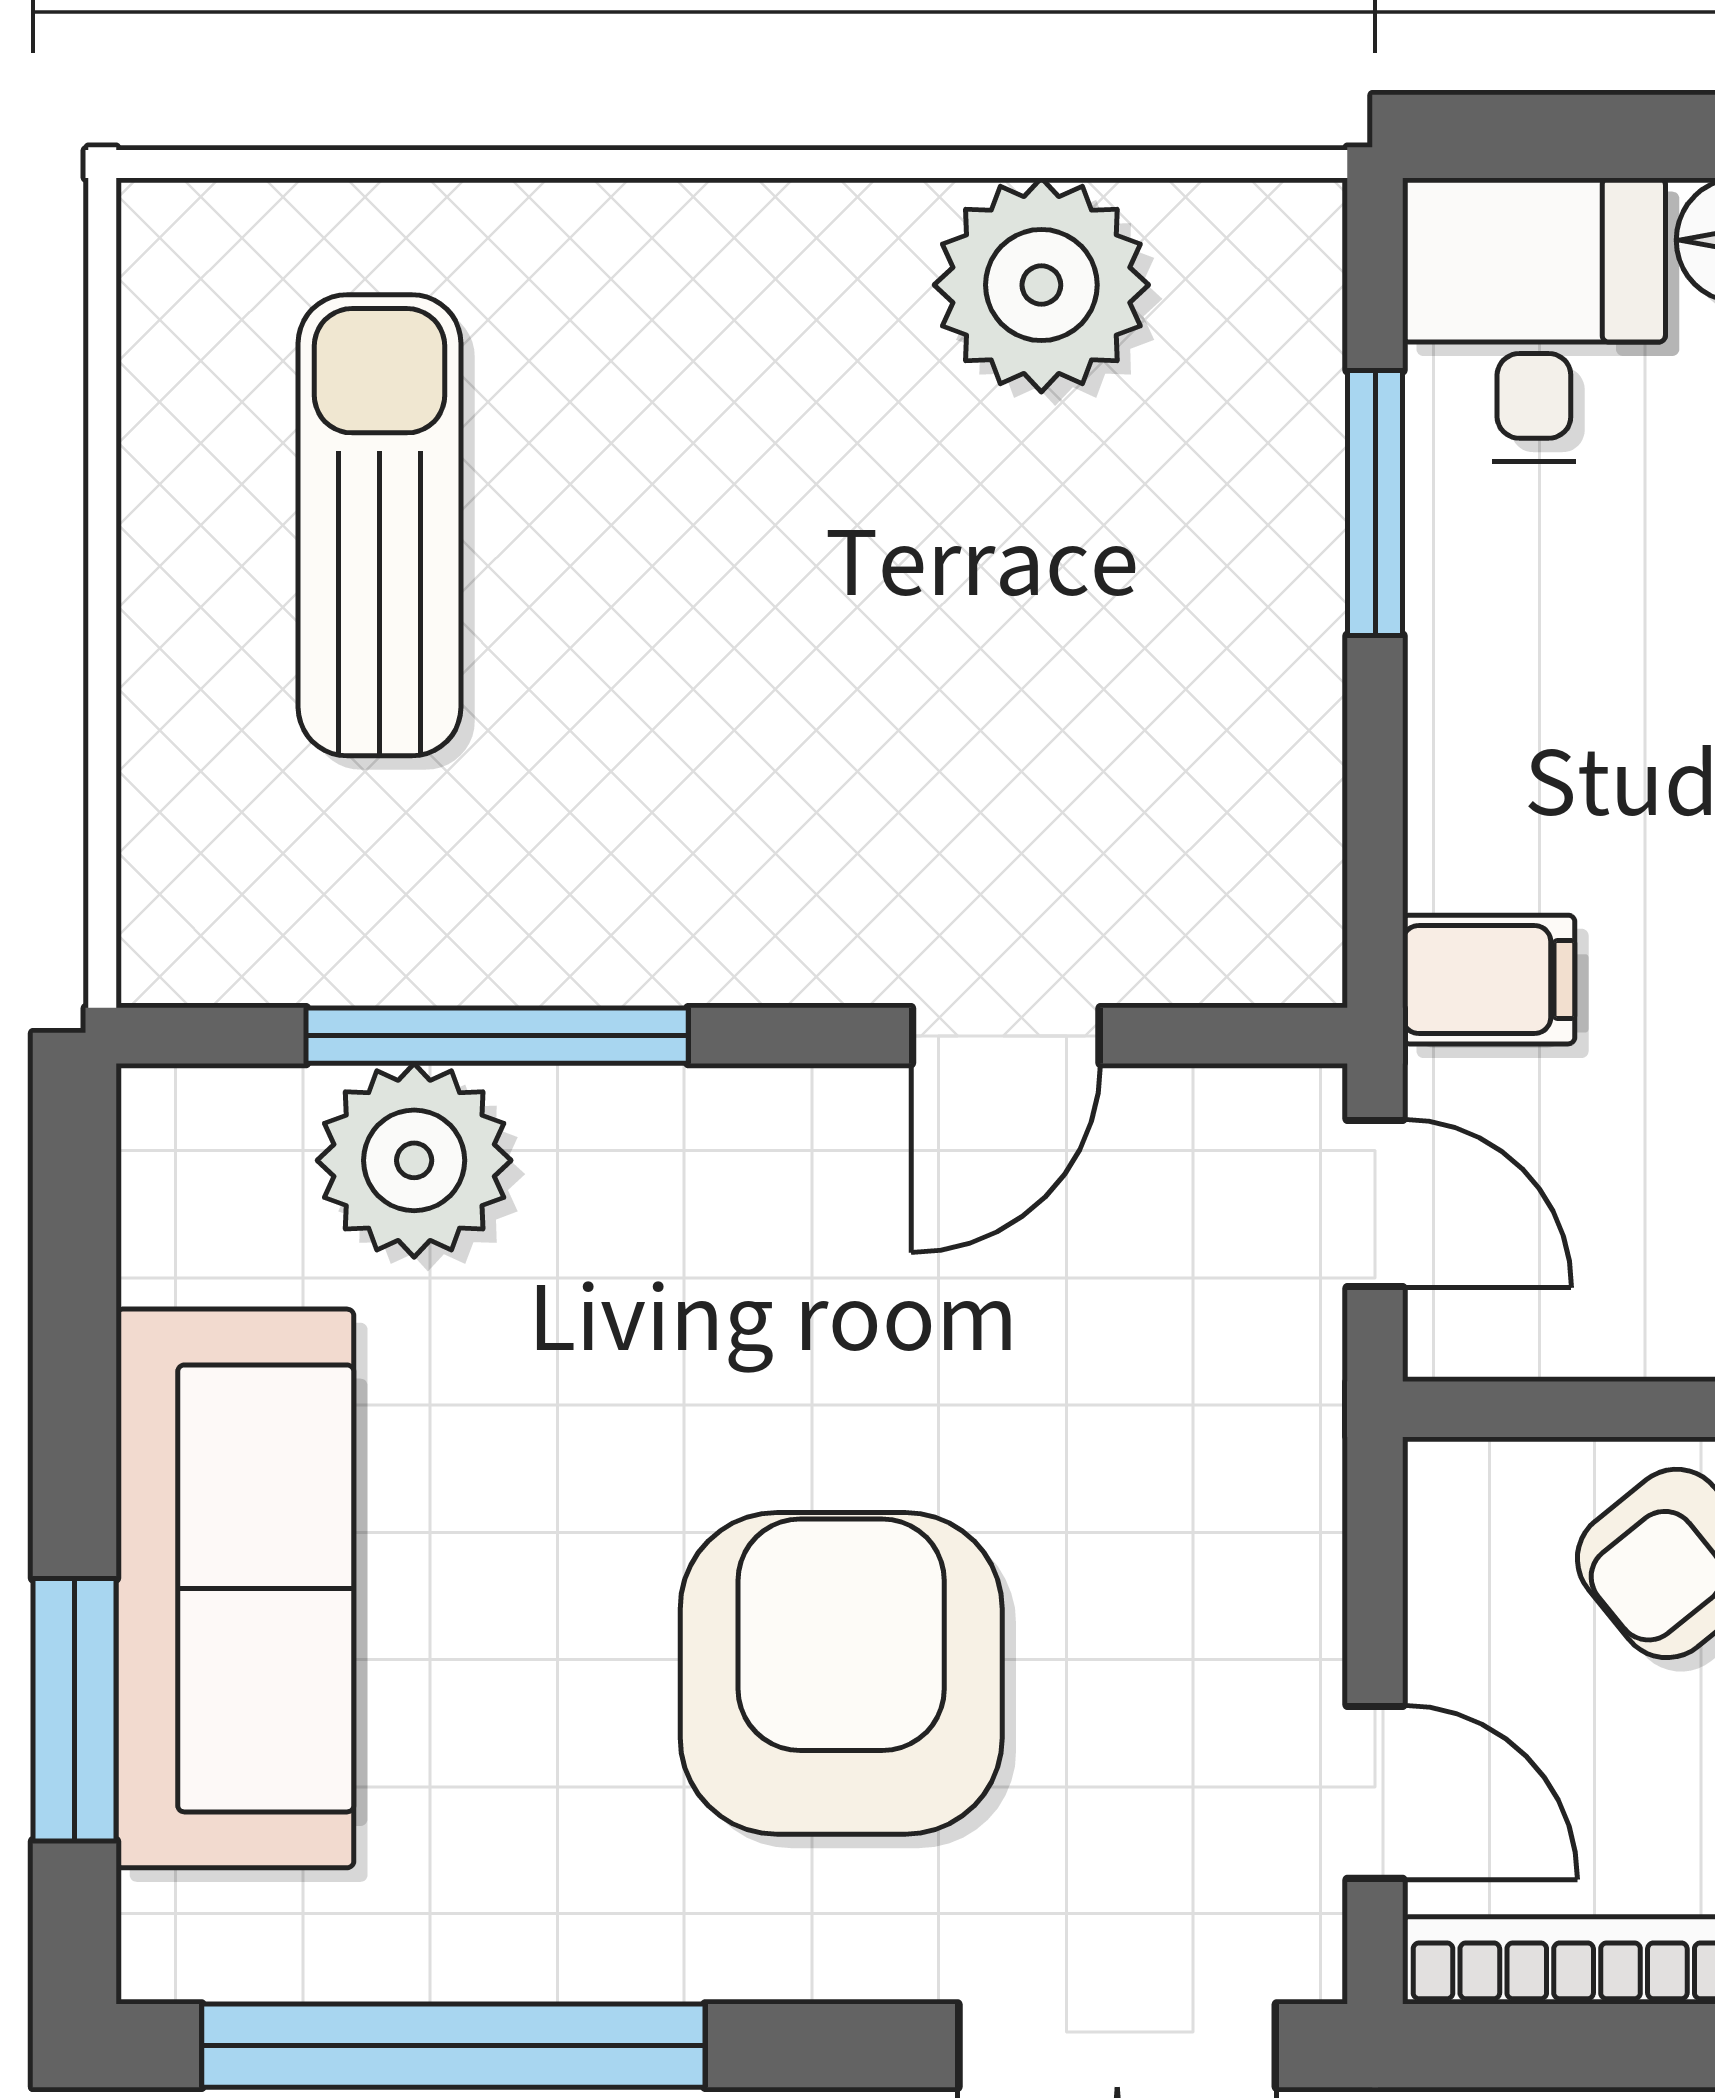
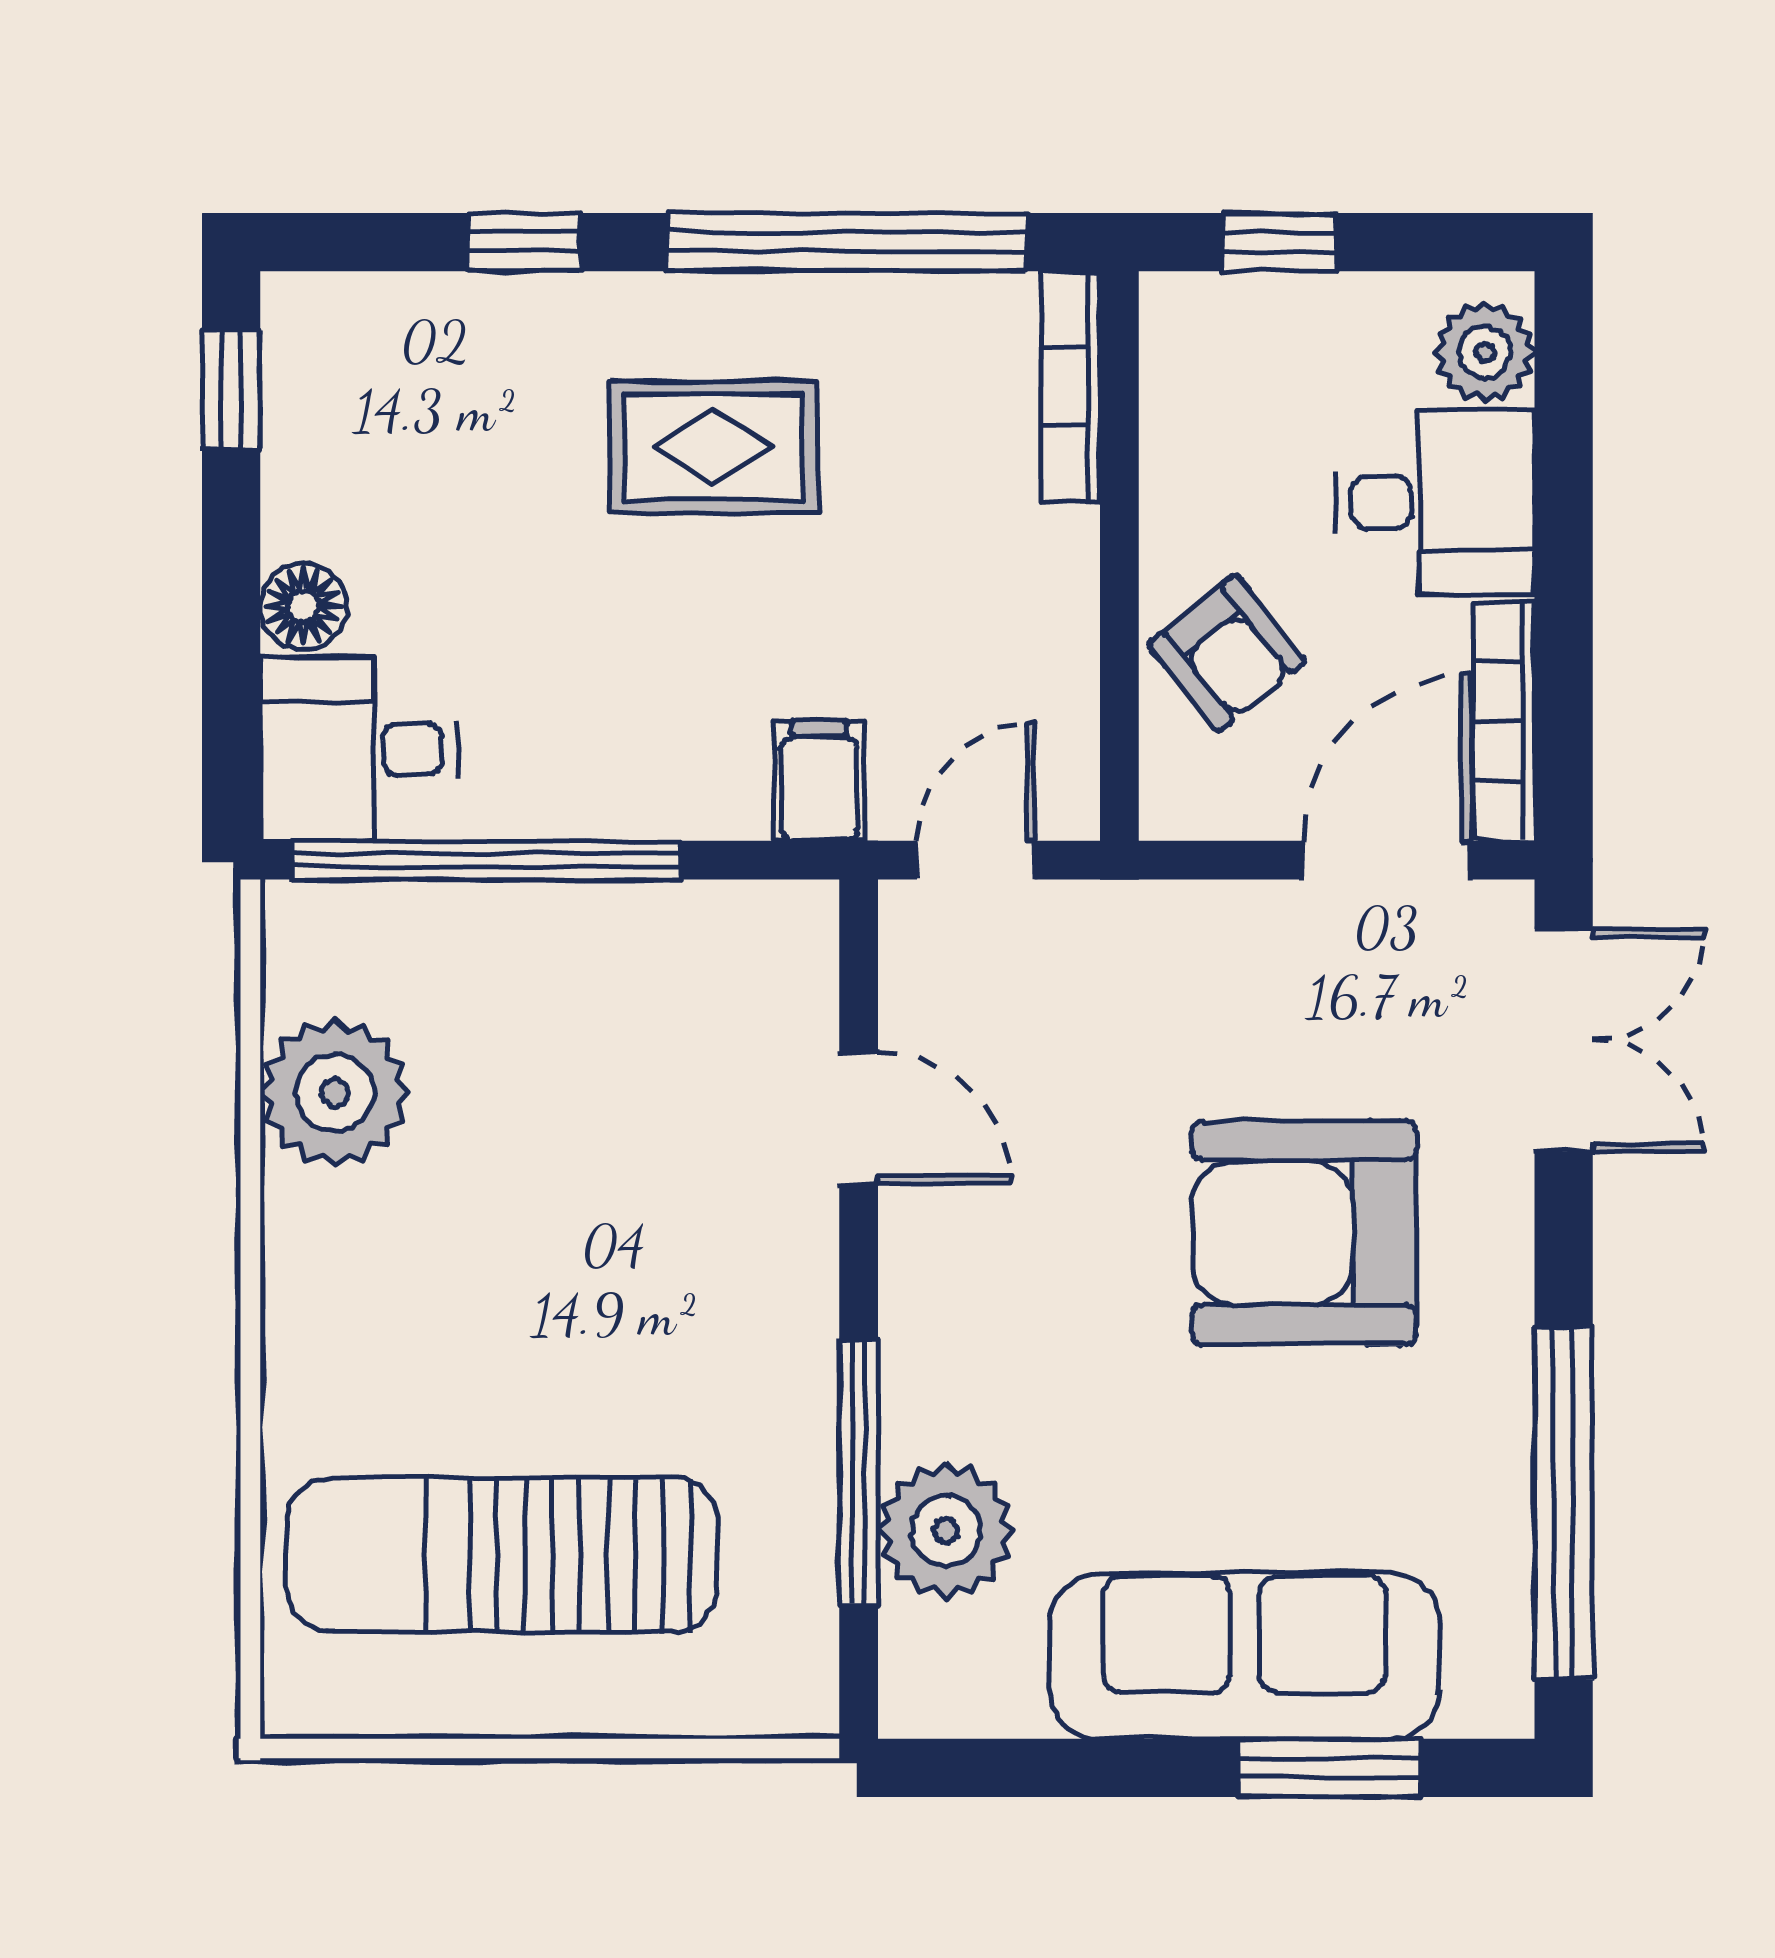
window: (1375, 503) -> (487, 860), width x2.11
sun lounger: (380, 525) -> (502, 1555), width x1.36, depth x1.34
door: (1375, 1792) -> (1387, 860), width x1.38

